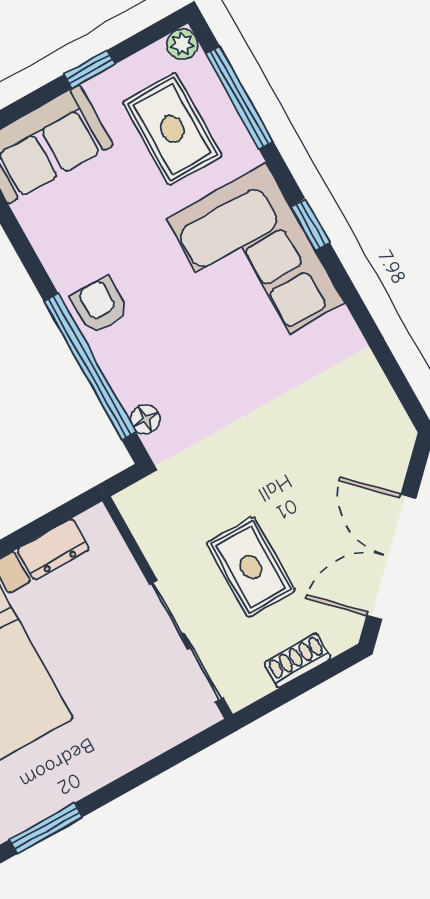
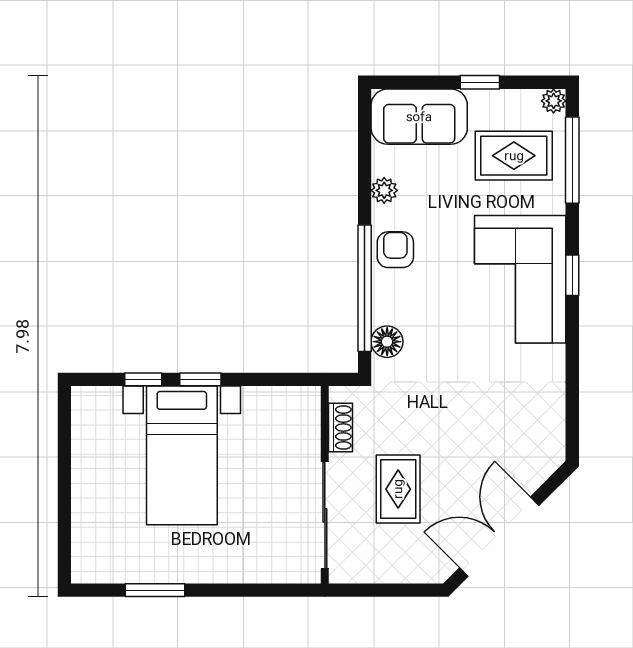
rug: (172, 129) -> (514, 156), turned 90
plant: (51, 247) -> (384, 190), added
floor lamp: (146, 419) -> (387, 342), width x1.37, depth x1.37
dresser: (53, 549) -> (268, 400), removed
shoe rack: (297, 661) -> (341, 428), moved, turned 90

